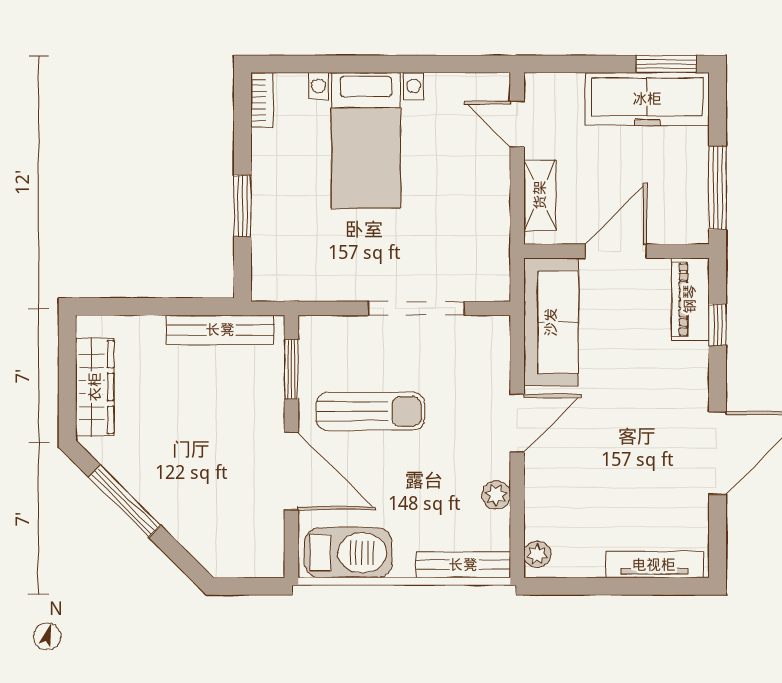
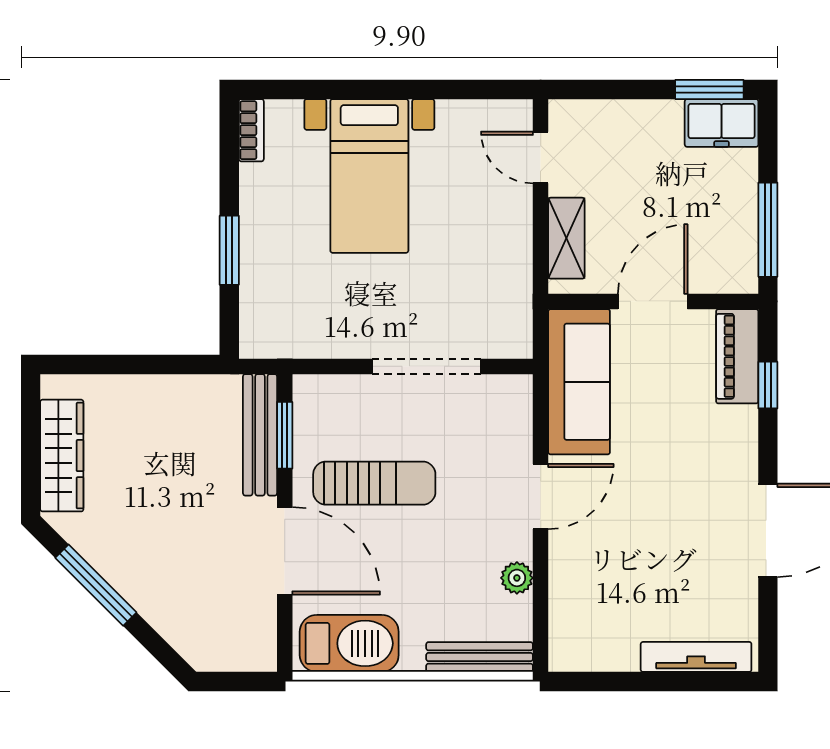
freezer: (647, 99) -> (722, 123), width x0.52, depth x0.79
bench: (220, 330) -> (260, 435), moved, turned 90
plant: (537, 554) -> (563, 645), removed

